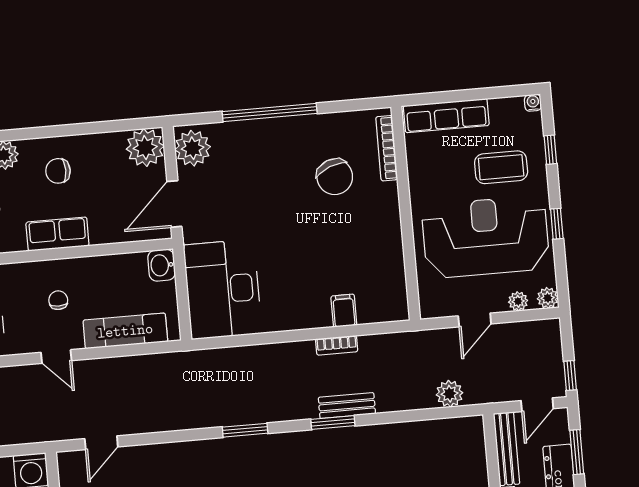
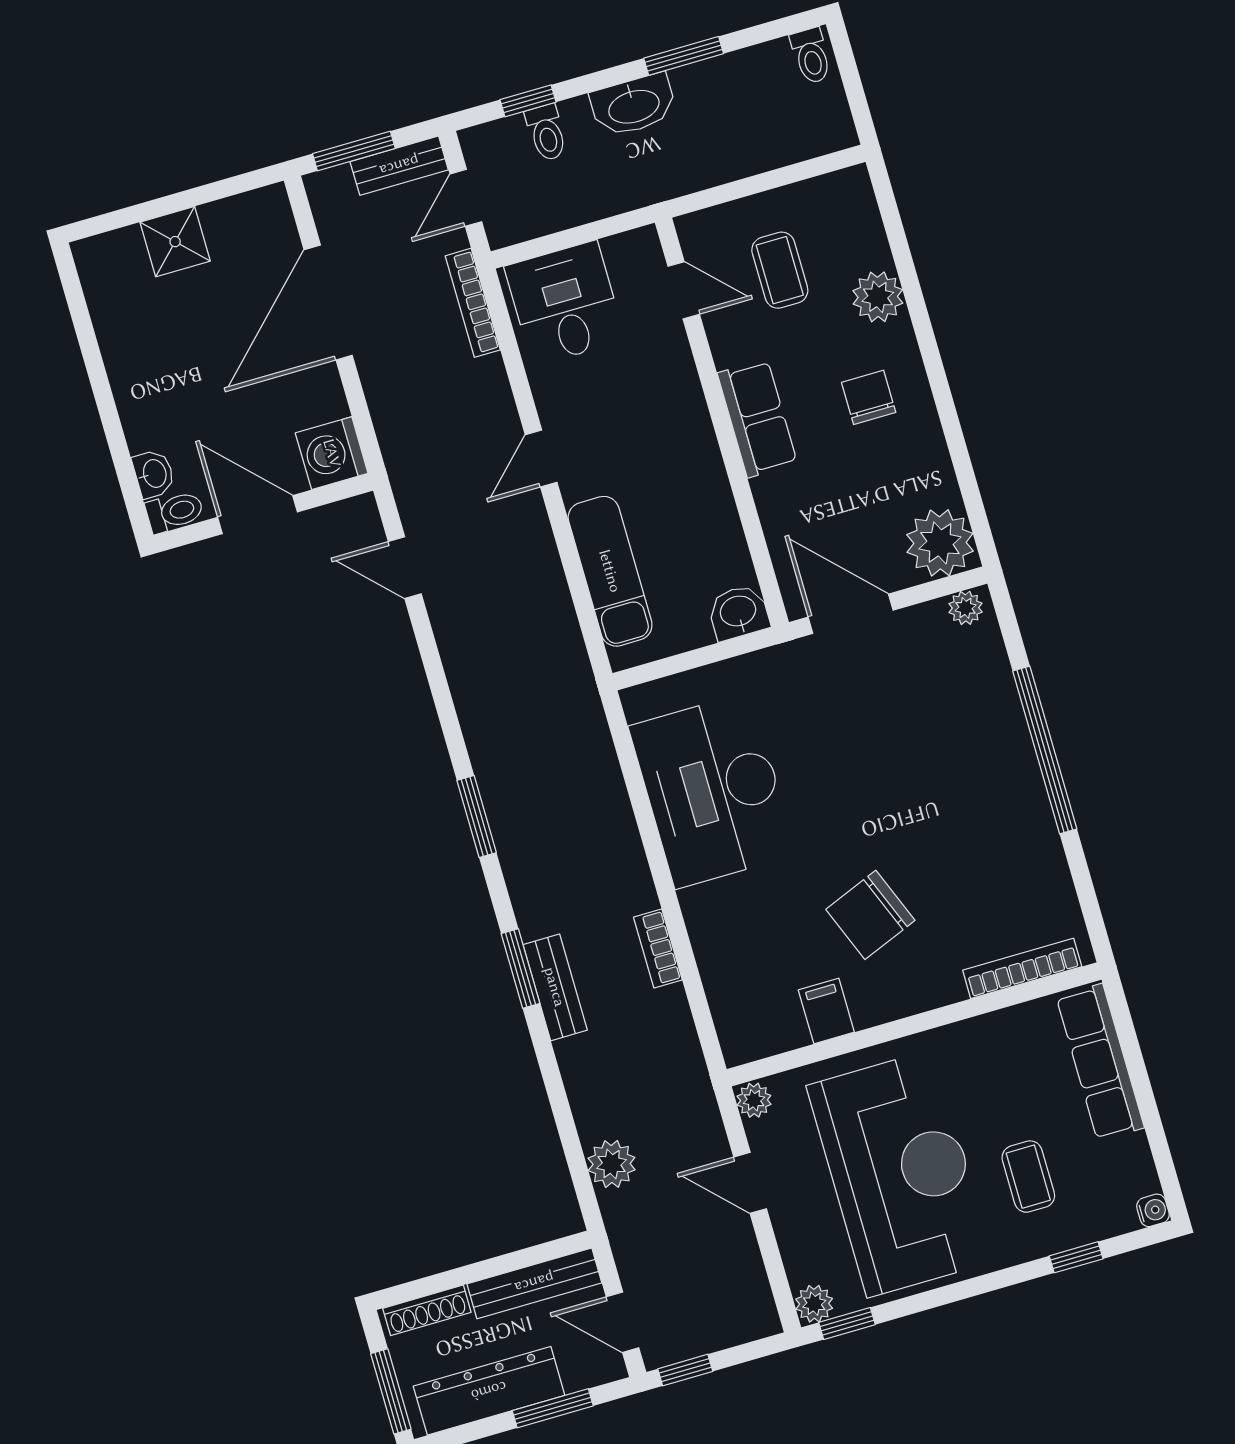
plant: (193, 148) -> (966, 608), width x0.53, depth x0.53
coffee table: (501, 167) -> (1028, 1177), width x0.73, depth x0.77
chair: (335, 177) -> (870, 915), moved
window: (557, 224) -> (847, 1323), moved
desk: (223, 289) -> (713, 790), moved, turned -90
chair: (58, 300) -> (641, 442), removed
plant: (518, 301) -> (754, 1100), moved
filing cabinet: (344, 311) -> (826, 1011), moved, turned -90

